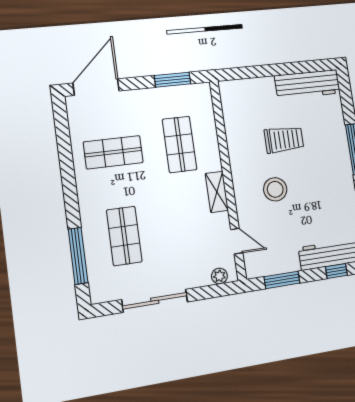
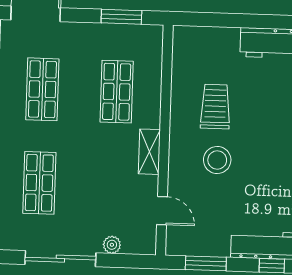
trolley: (284, 140) -> (215, 107), moved, turned -90
shop shelf: (113, 152) -> (42, 89), turned 90
plant: (219, 276) -> (112, 245), moved

